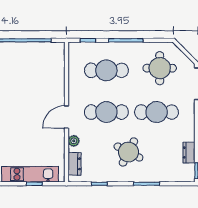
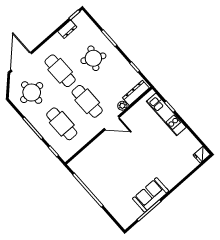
round table: (128, 152) -> (93, 58), moved
dresser: (75, 164) -> (136, 93), width x1.44

